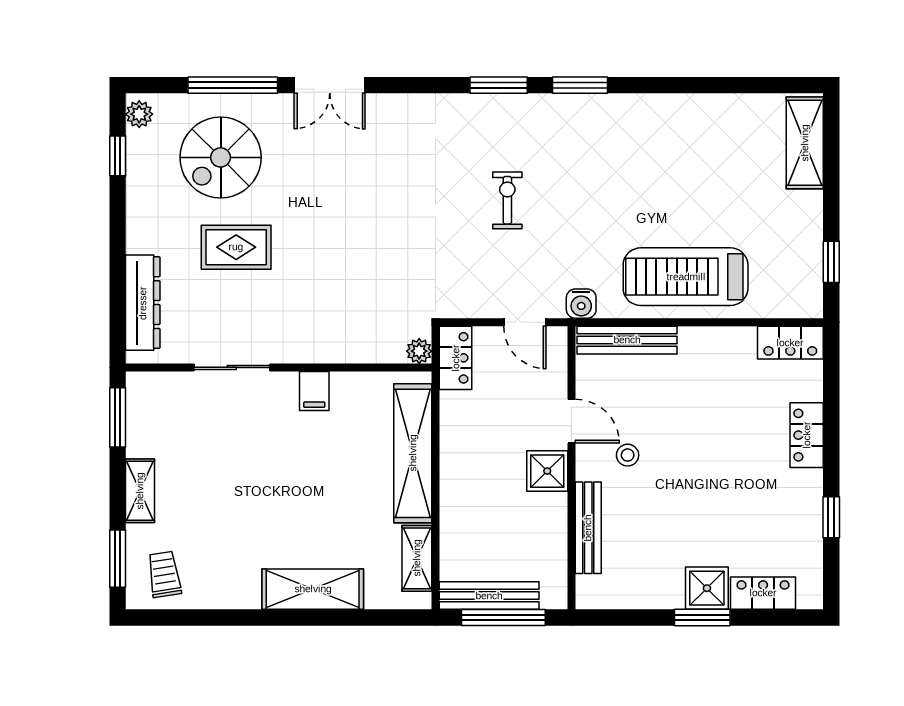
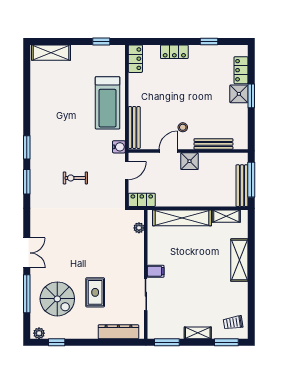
plant: (419, 351) -> (139, 228), moved
filing cabinet: (314, 391) -> (156, 271), moved

